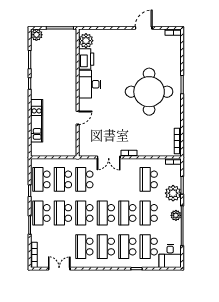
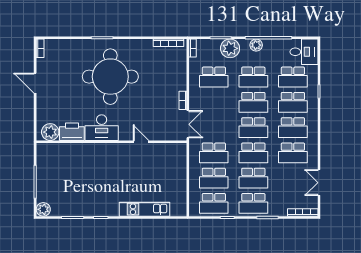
plant: (86, 41) -> (50, 132), moved
printer: (86, 59) -> (72, 132), moved
desk: (90, 84) -> (102, 128), moved
wall: (78, 93) -> (111, 142), moved
door: (78, 118) -> (141, 142), moved

